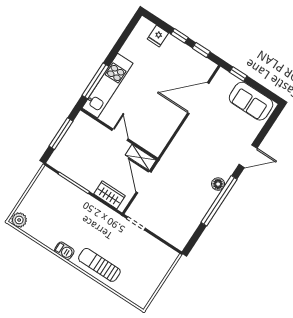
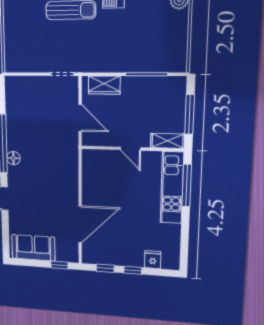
shelving: (141, 158) -> (168, 141), moved

